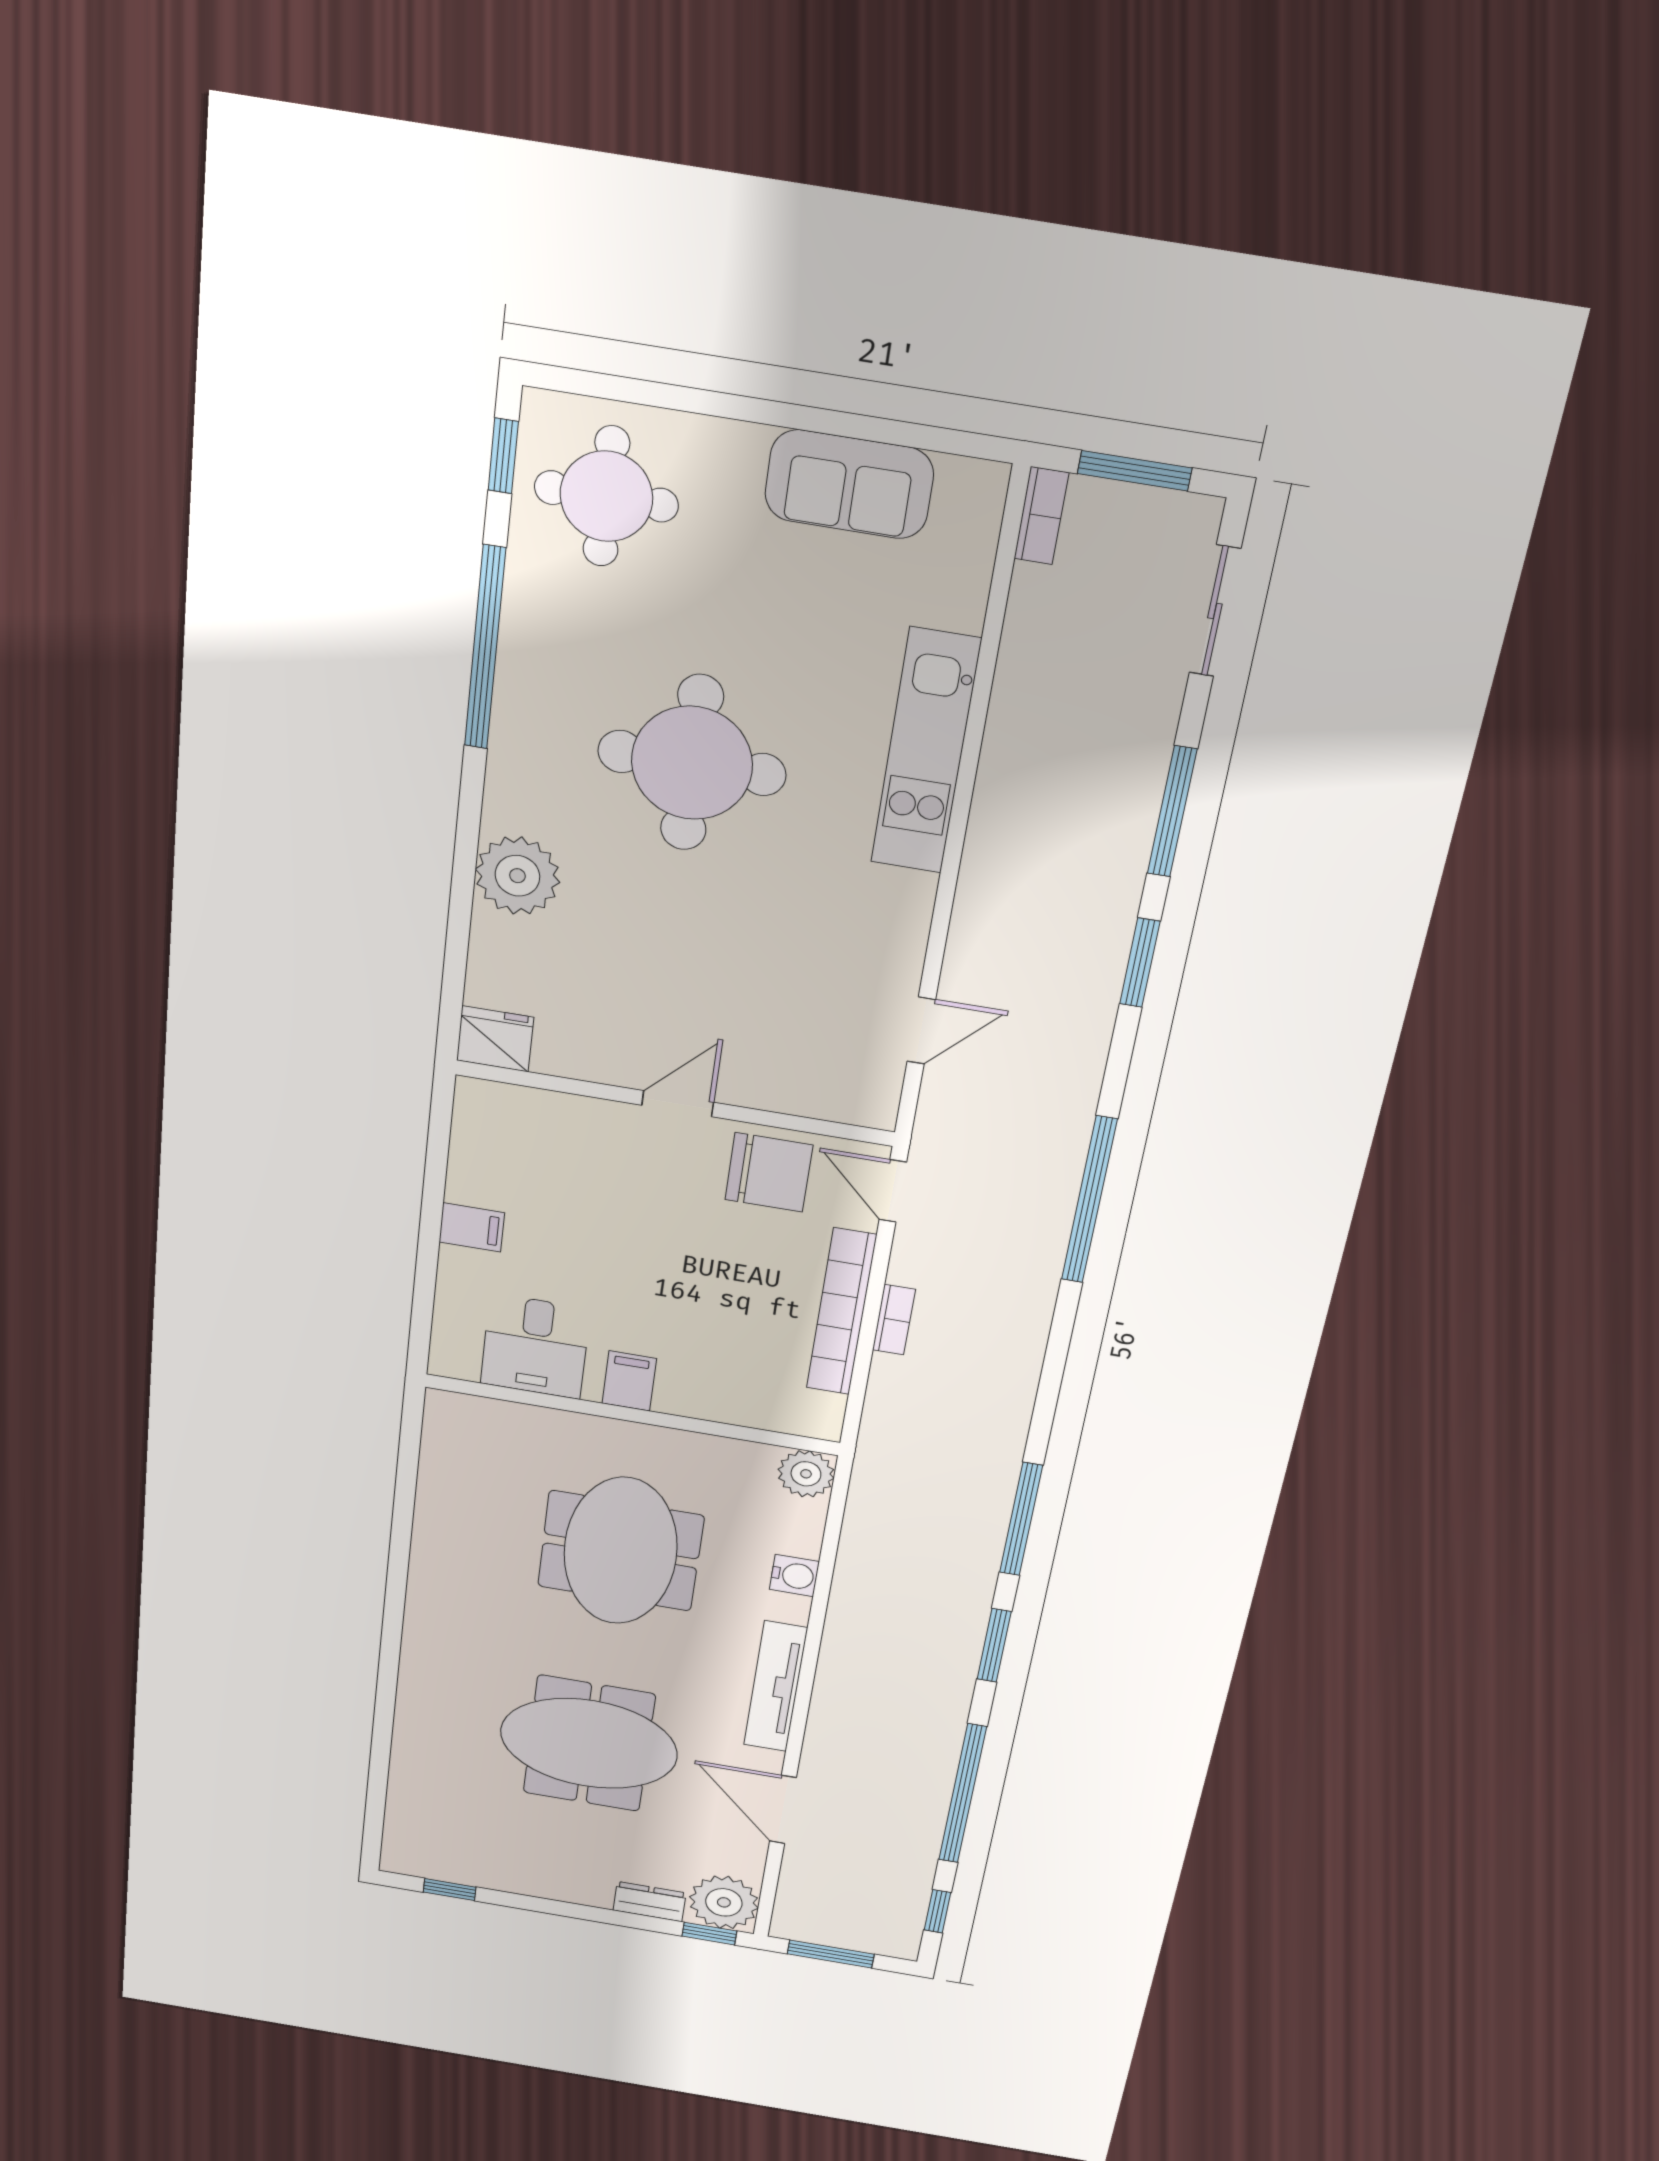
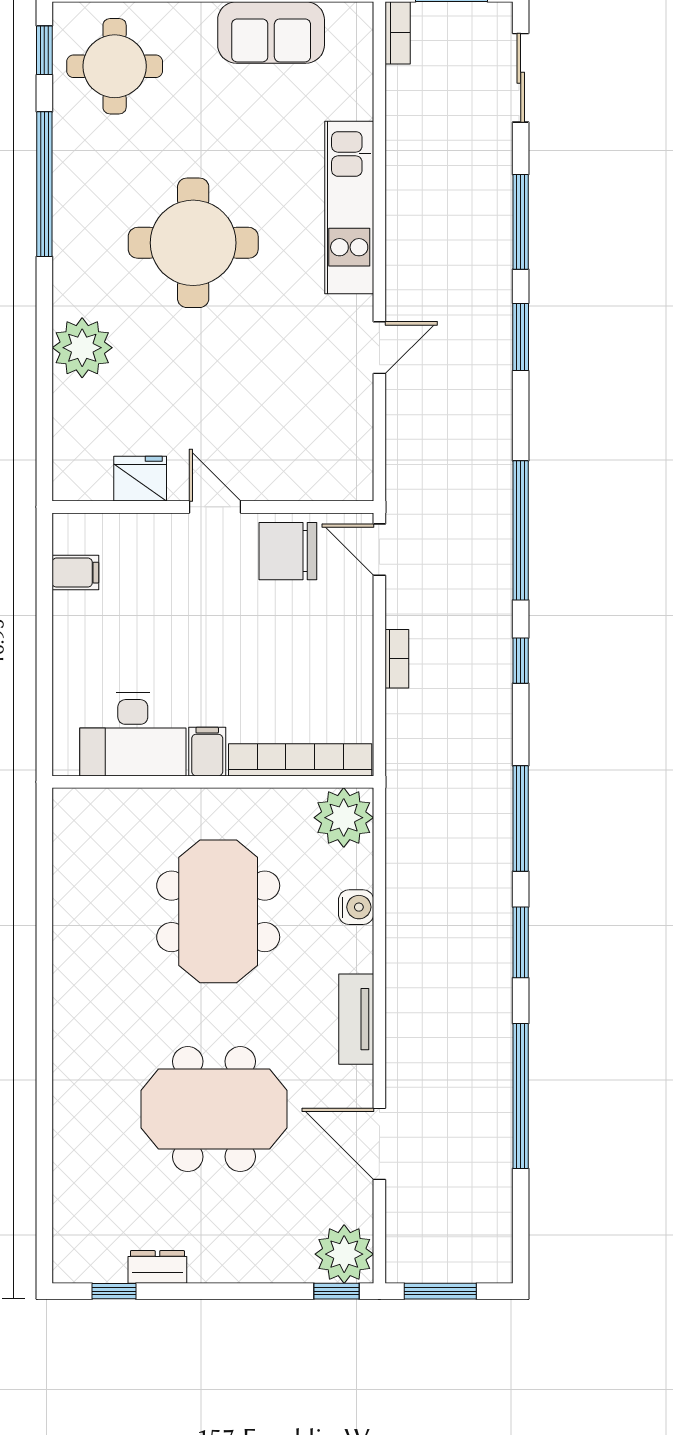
door: (921, 1030) -> (379, 348), moved
fridge: (495, 1039) -> (140, 479), moved
door: (678, 1104) -> (215, 507), hinge flipped
chair: (769, 1172) -> (288, 551), turned 180
filing cabinet: (472, 1227) -> (75, 573), moved
bookcase: (841, 1312) -> (300, 760), moved, turned 90
desk: (535, 1346) -> (133, 734), width x1.37
plant: (806, 1474) -> (344, 818), width x1.36, depth x1.36
tv unit: (775, 1687) -> (356, 1019), width x0.71
dresser: (650, 1902) -> (157, 1267), moved
window: (937, 1911) -> (521, 661), moved

